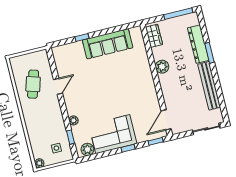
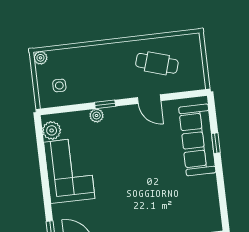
sofa: (108, 44) -> (197, 140), moved
window: (70, 137) -> (105, 104), moved
window: (128, 148) -> (46, 190), removed

